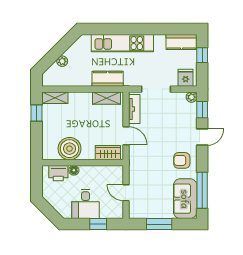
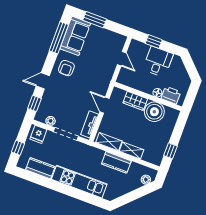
kitchen counter: (182, 42) -> (40, 168), moved
plant: (62, 61) -> (146, 180), moved
kitchen counter: (108, 79) -> (116, 162), moved
plant: (192, 97) -> (51, 121), moved
shelving: (55, 98) -> (132, 150), moved
wardrobe: (108, 153) -> (135, 101), moved
armchair: (182, 160) -> (66, 68), turned 90
window: (159, 224) -> (95, 20), moved

